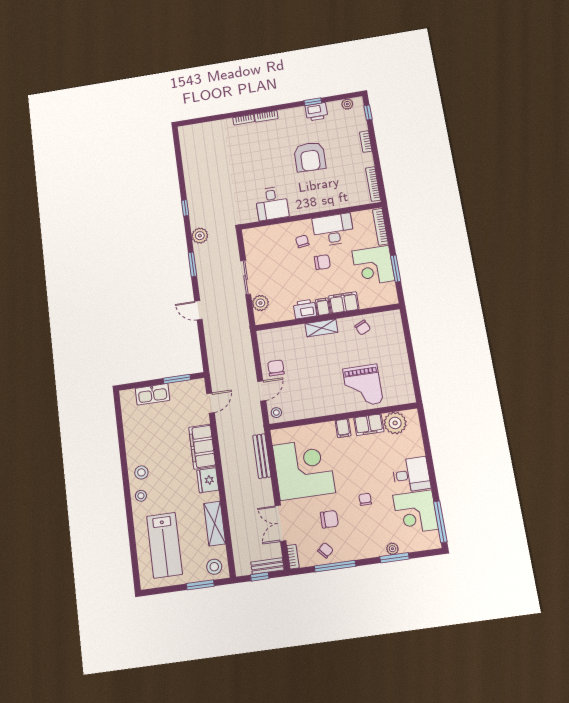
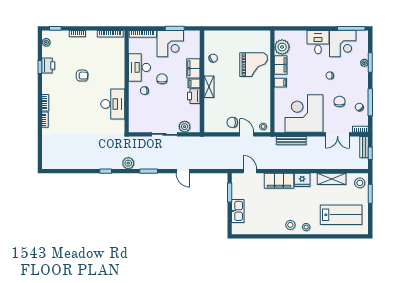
armchair: (310, 157) -> (82, 76), width x0.53, depth x0.53
desk: (272, 203) -> (113, 104), width x1.37
door: (198, 310) -> (183, 171), hinge flipped

